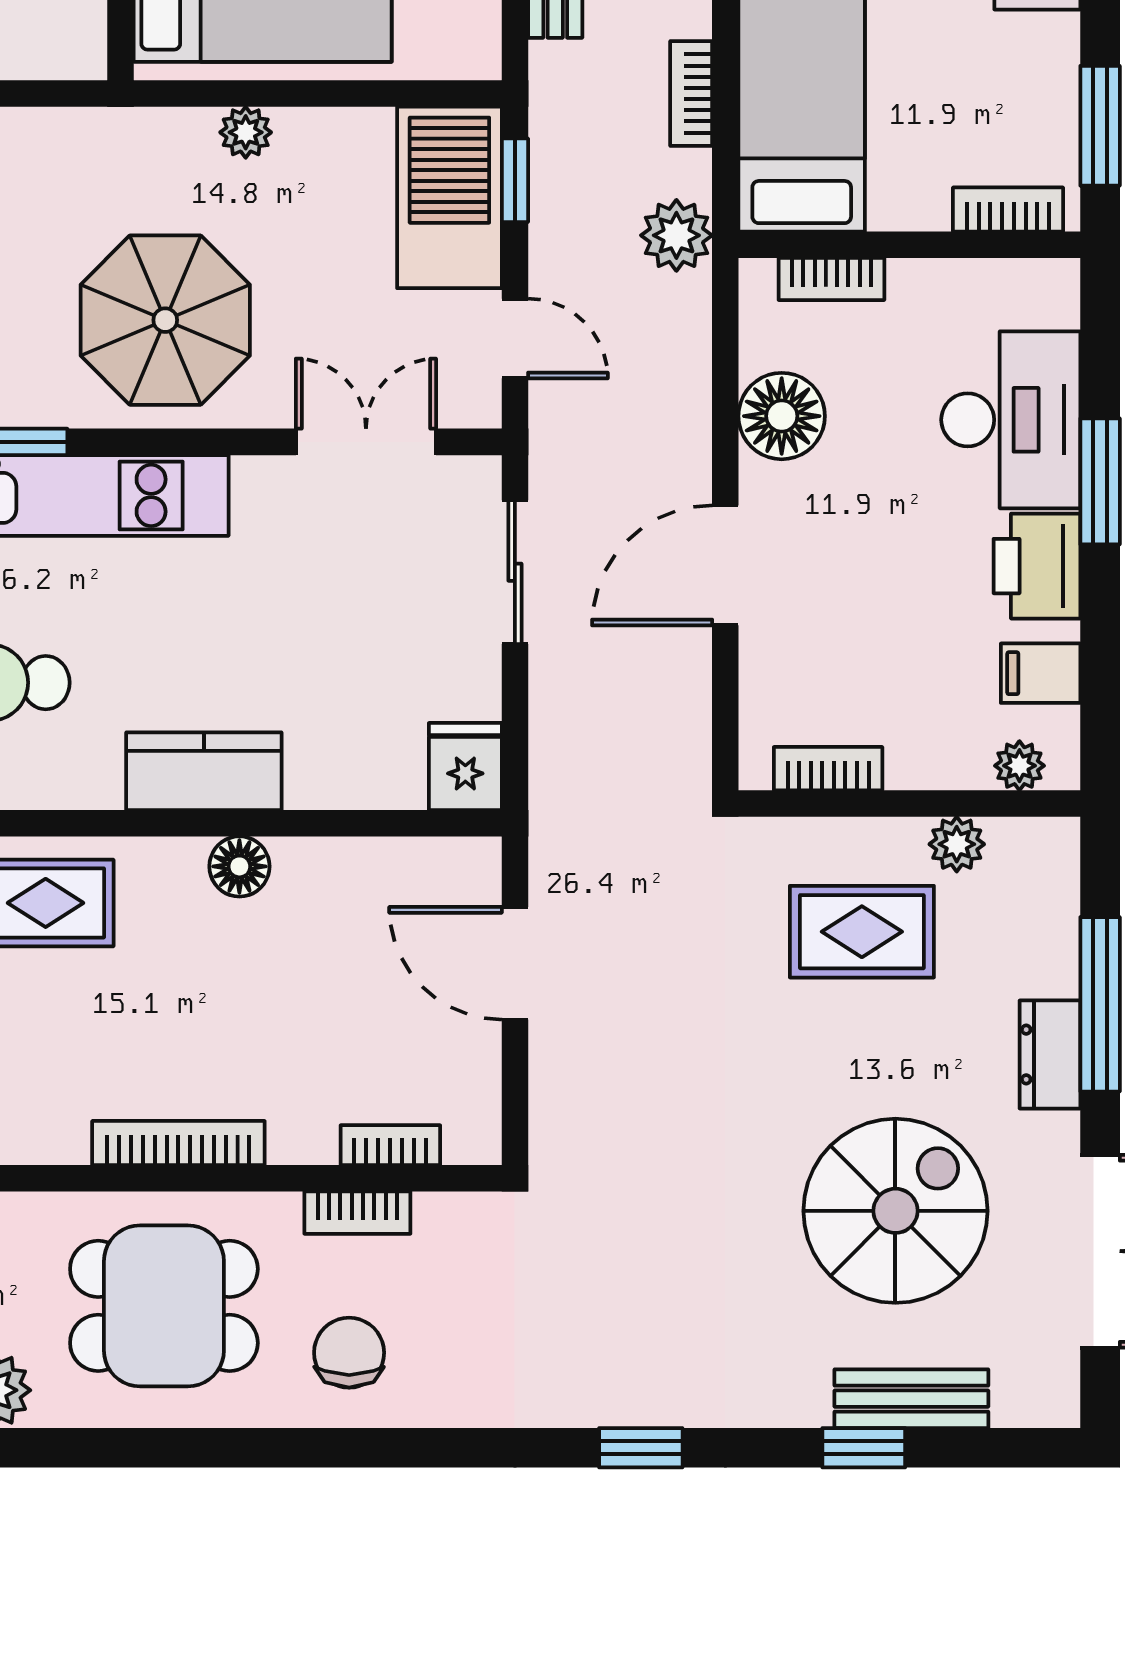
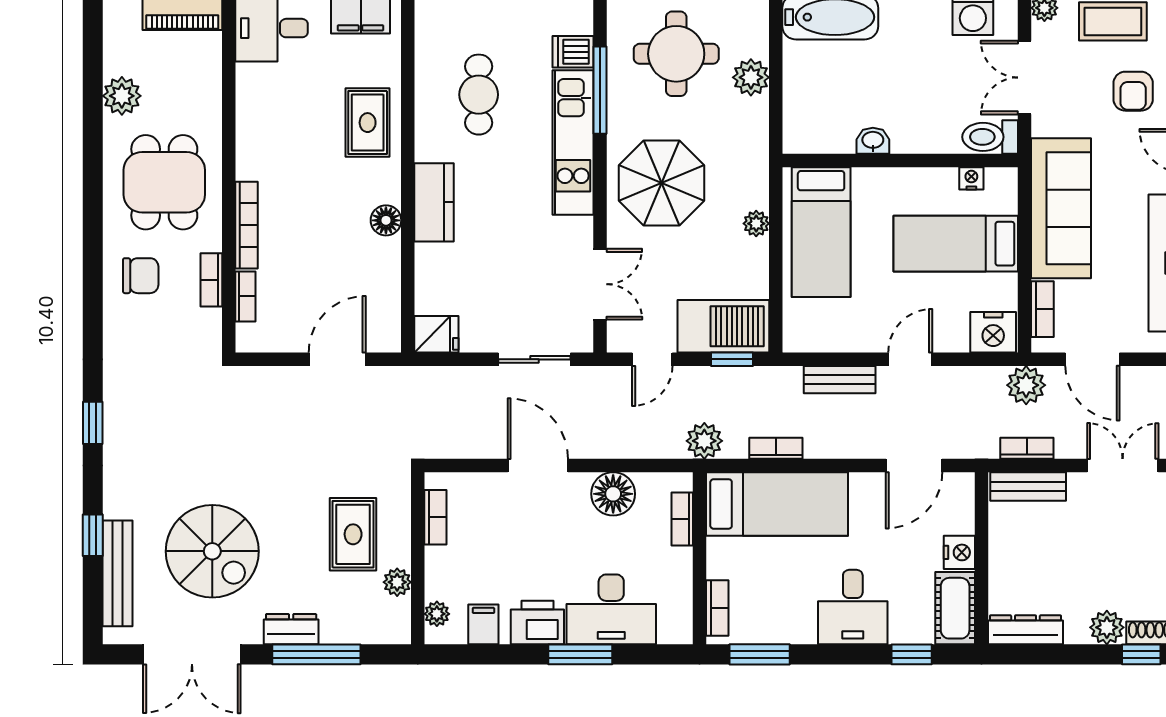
bookcase: (178, 1143) -> (246, 225), moved
bench: (911, 1399) -> (118, 573), width x1.36

